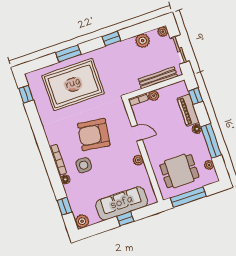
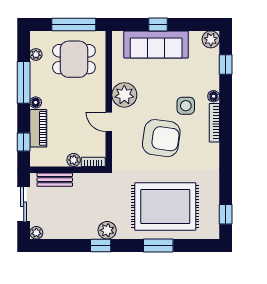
plant: (143, 41) -> (107, 230), moved
bench: (158, 78) -> (55, 180), width x0.73
plant: (138, 160) -> (124, 95), width x1.88, depth x1.88

